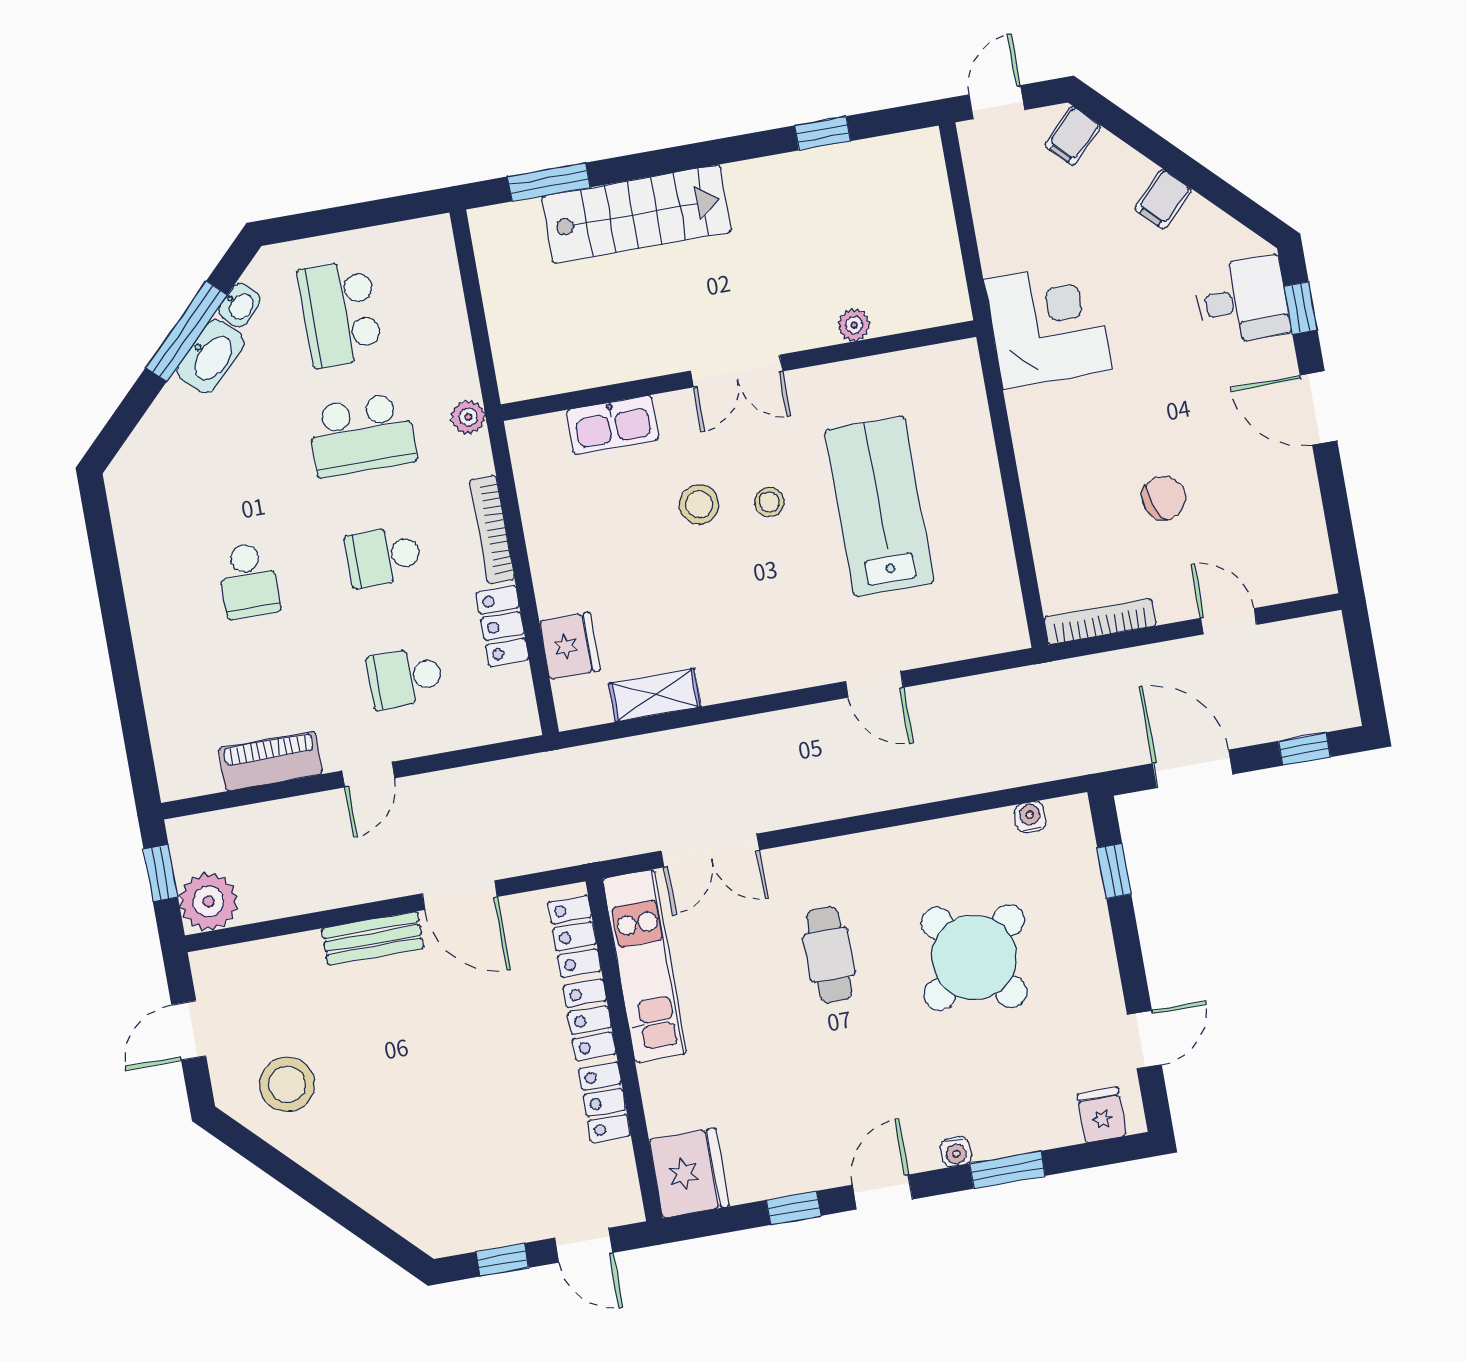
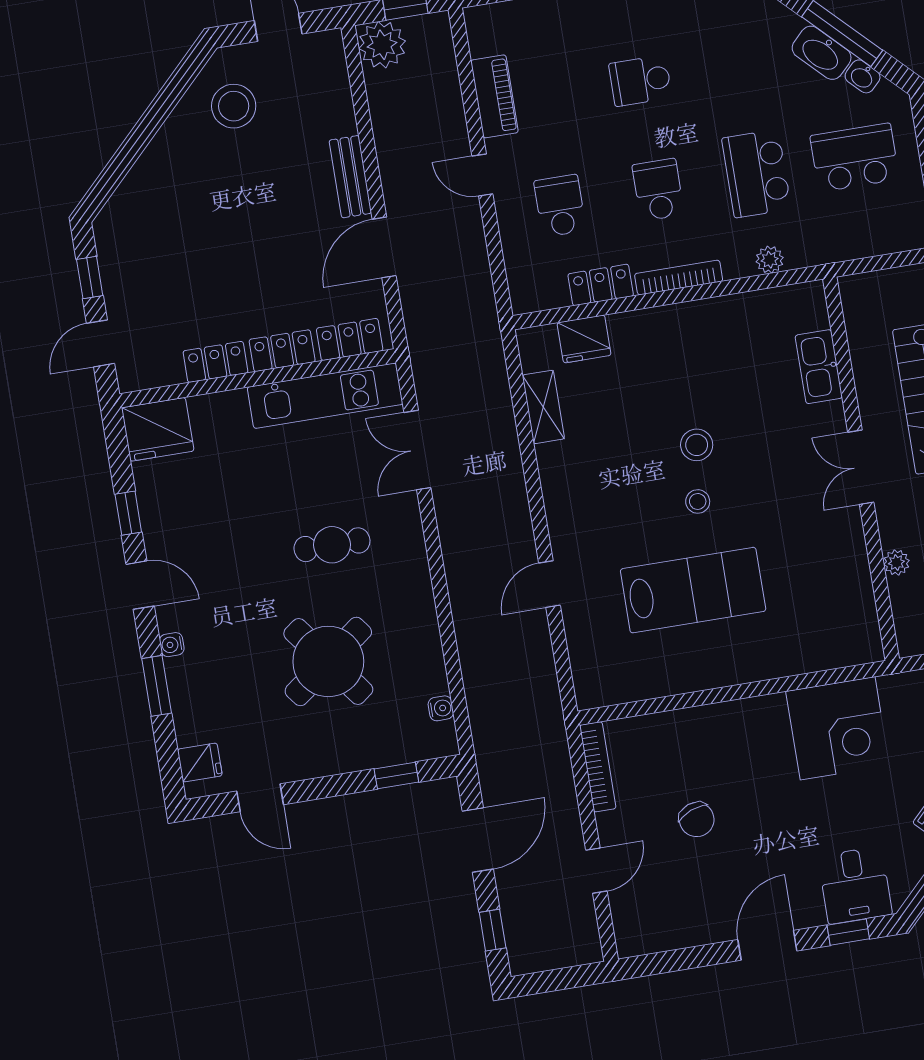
plant: (854, 325) -> (896, 563), moved
double door: (737, 371) -> (861, 467), moved
wall: (739, 371) -> (861, 469), moved
kitchen sink: (613, 425) -> (819, 367), moved

